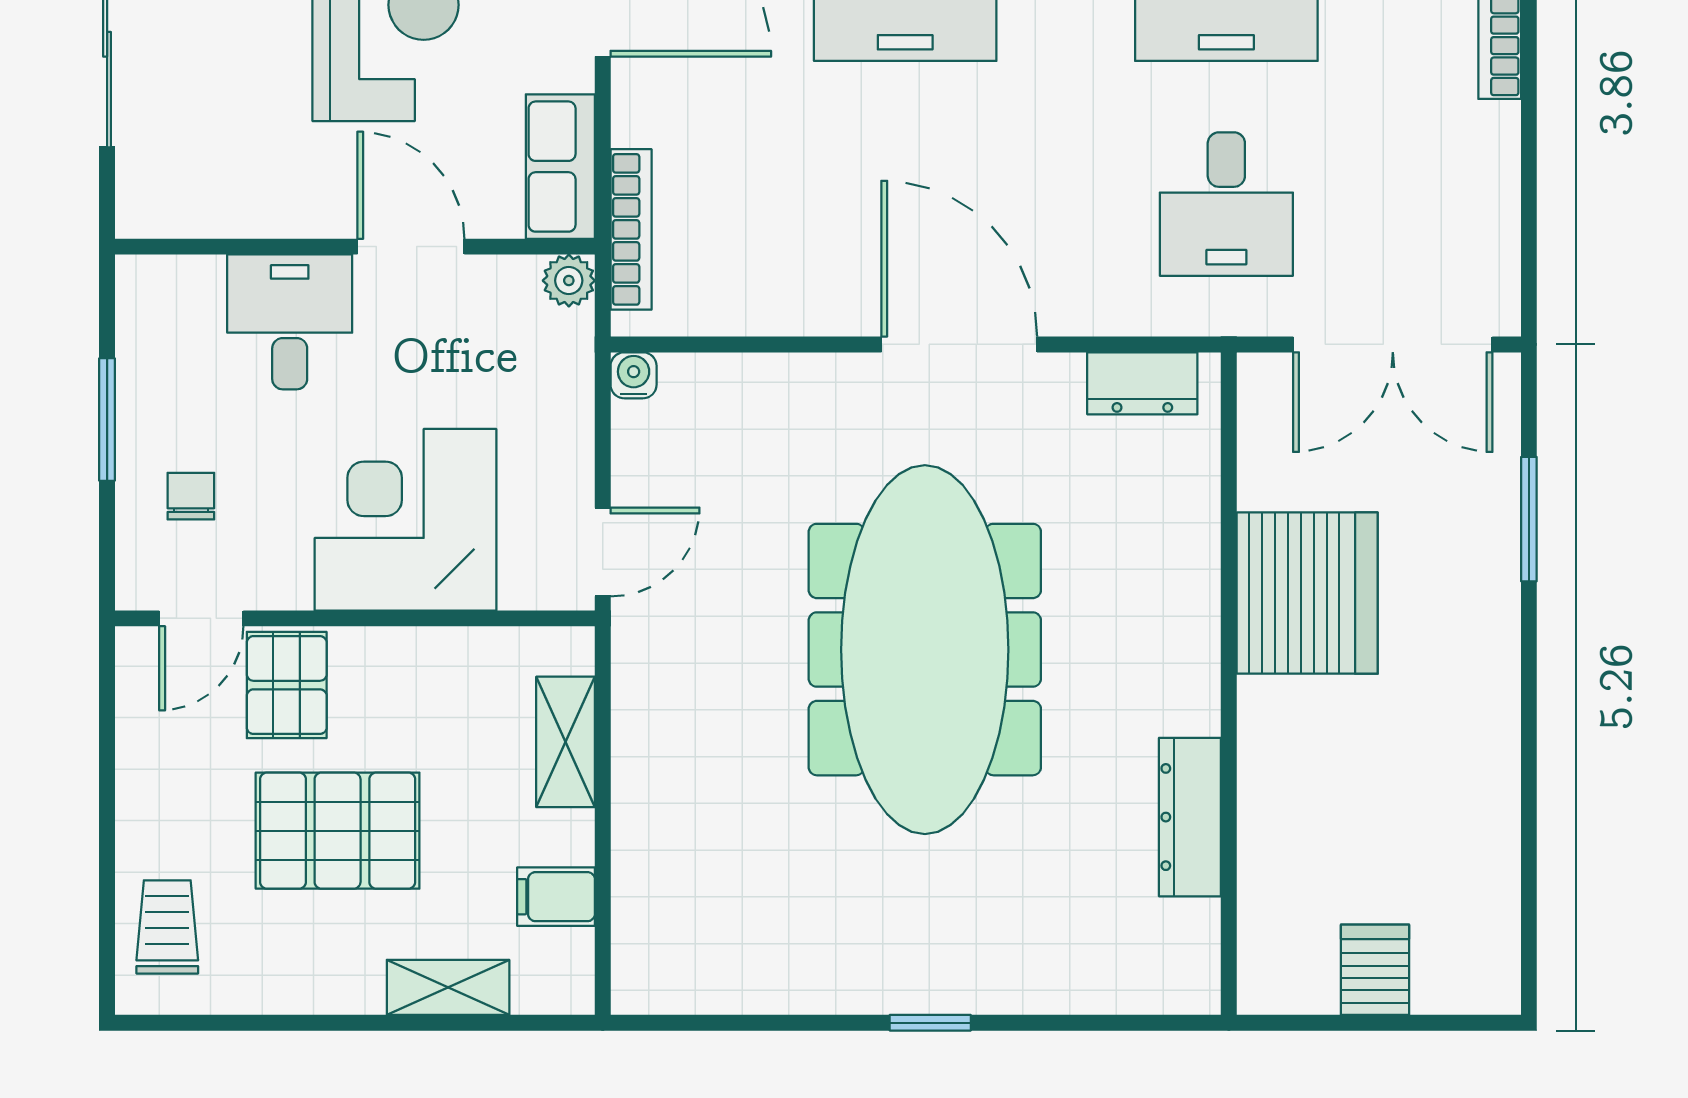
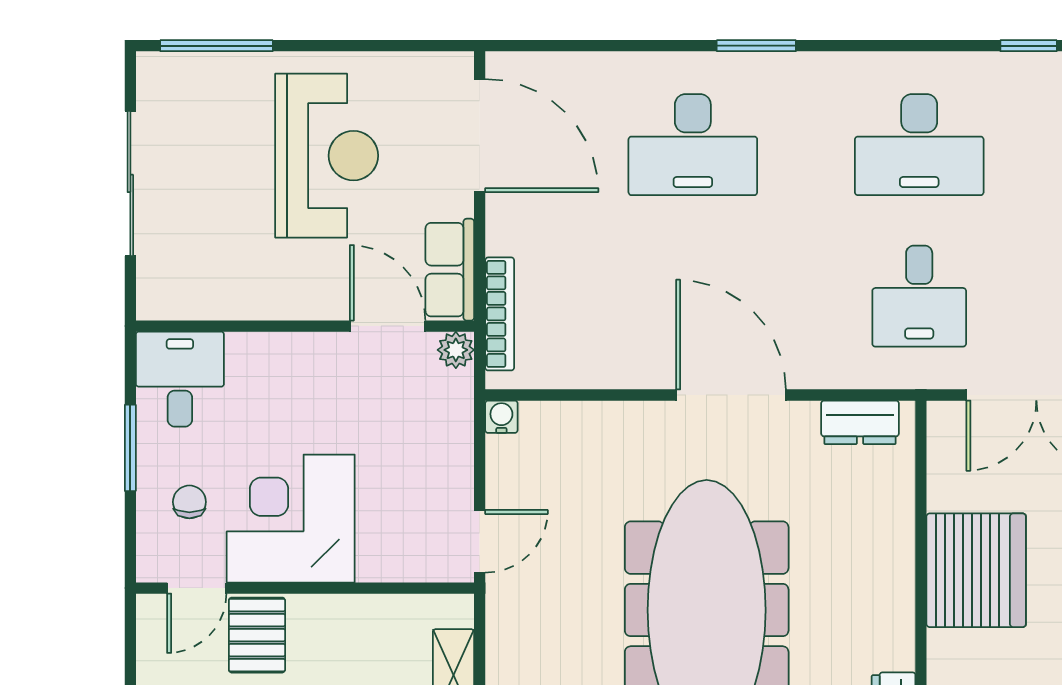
door: (411, 247) -> (388, 326), moved
desk: (290, 322) -> (180, 379), moved
corner desk: (405, 520) -> (291, 519), moved

